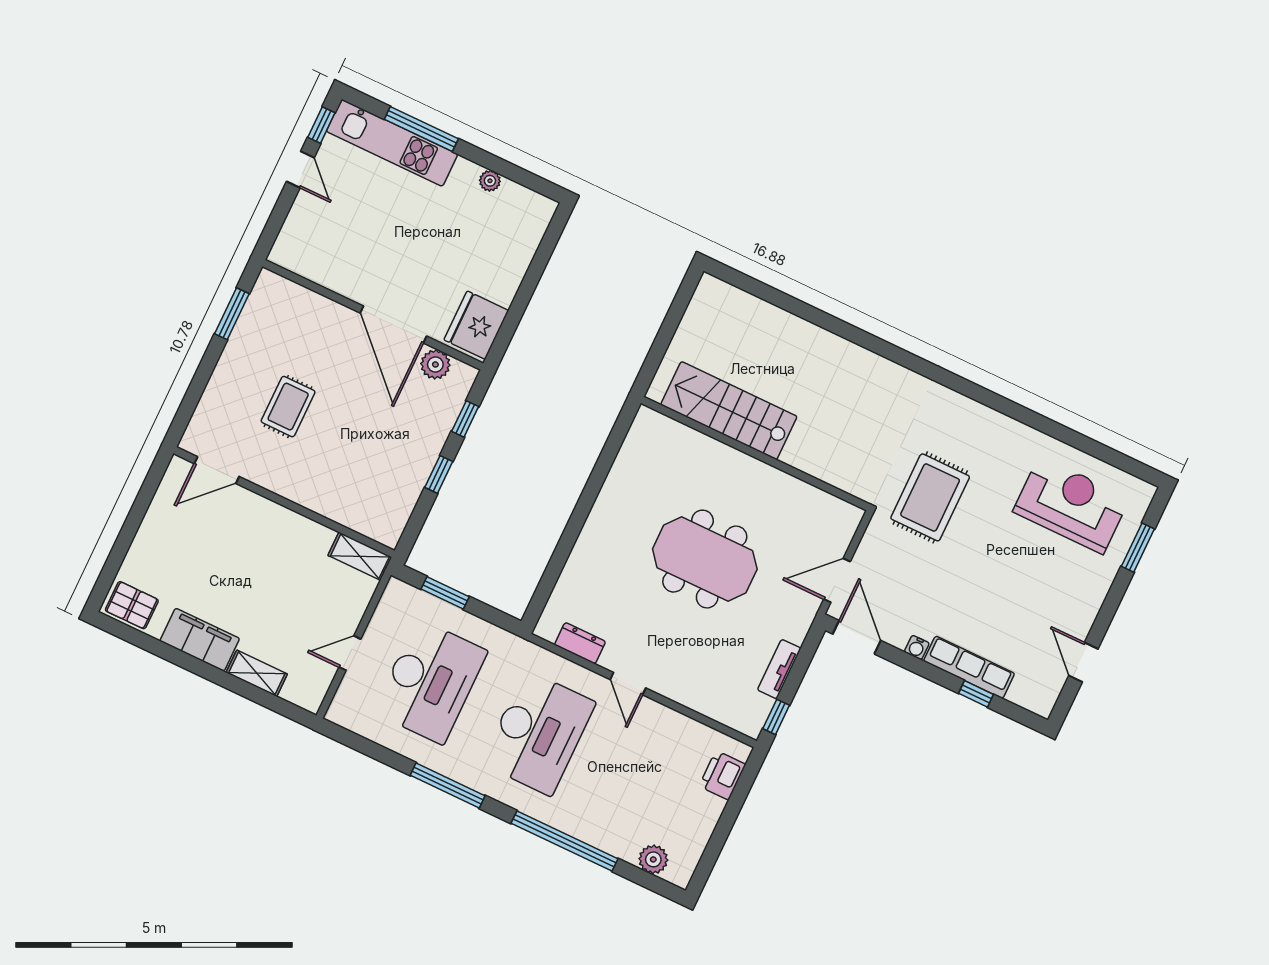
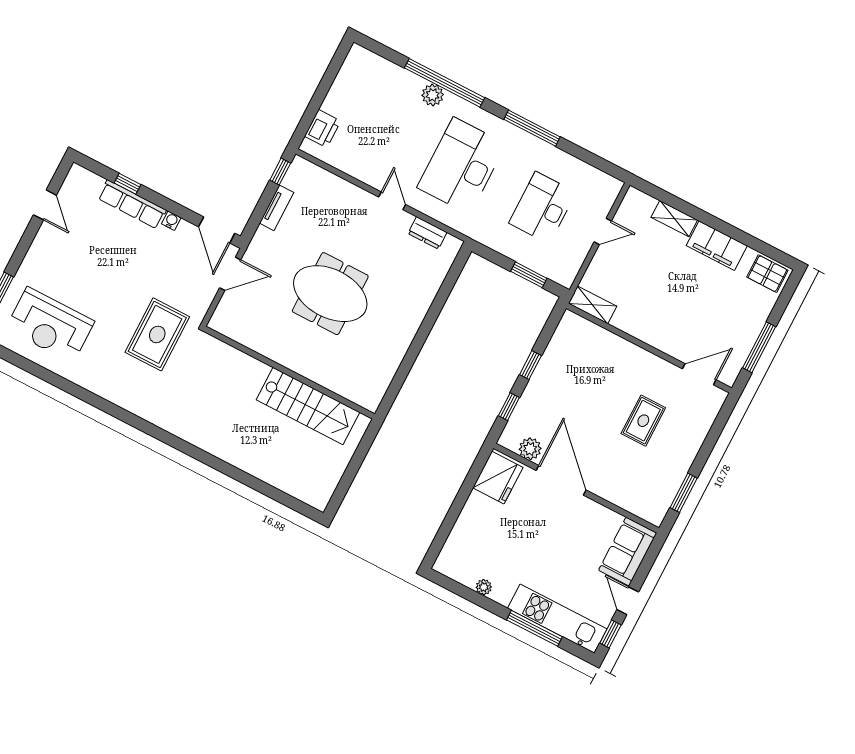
sofa: (303, 234) -> (628, 552), added
window: (139, 508) -> (759, 347), added
desk: (430, 682) -> (542, 208), width x0.73, depth x0.77
plant: (653, 859) -> (433, 95), moved

